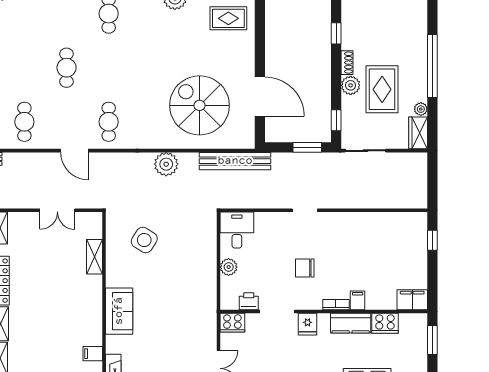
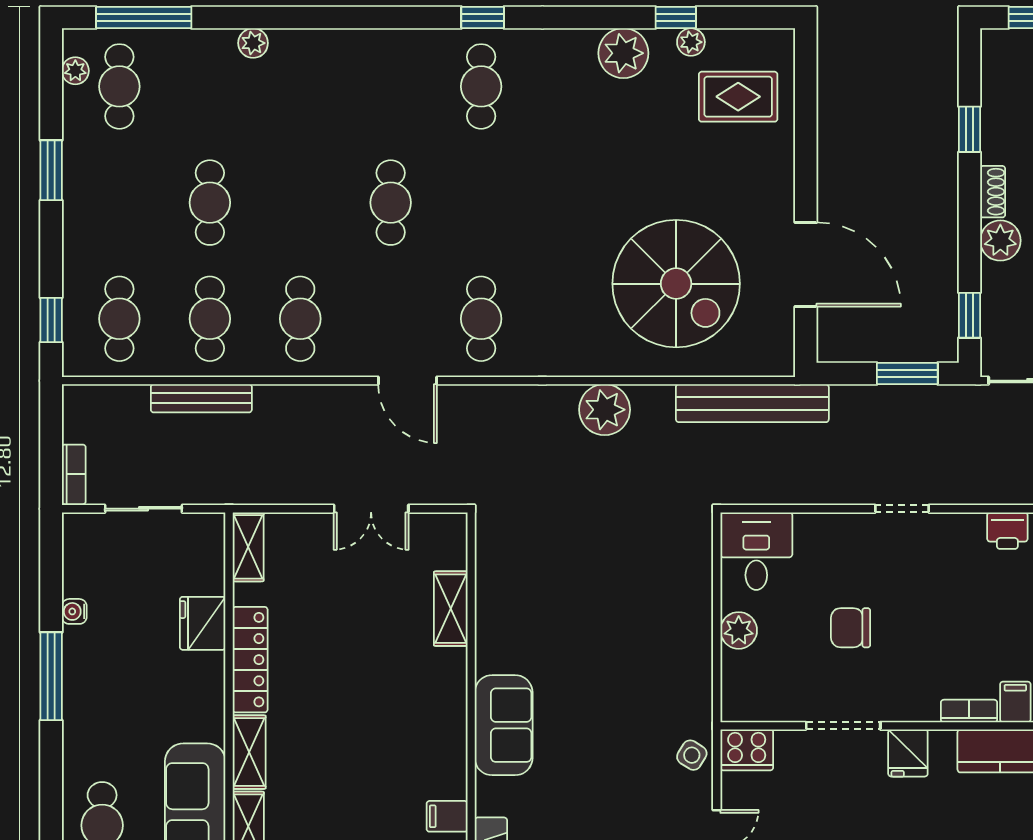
spiral stairs: (200, 105) -> (676, 284), turned 180
side table: (144, 240) -> (692, 755), moved, width x0.54, depth x0.54
chair: (305, 268) -> (851, 628), moved
printer: (249, 301) -> (1007, 531), moved, turned 180

